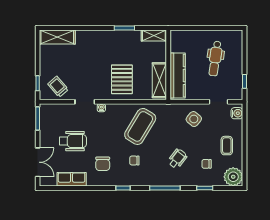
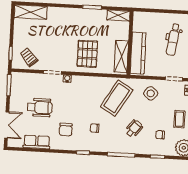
coffee table: (140, 126) -> (117, 98), moved

